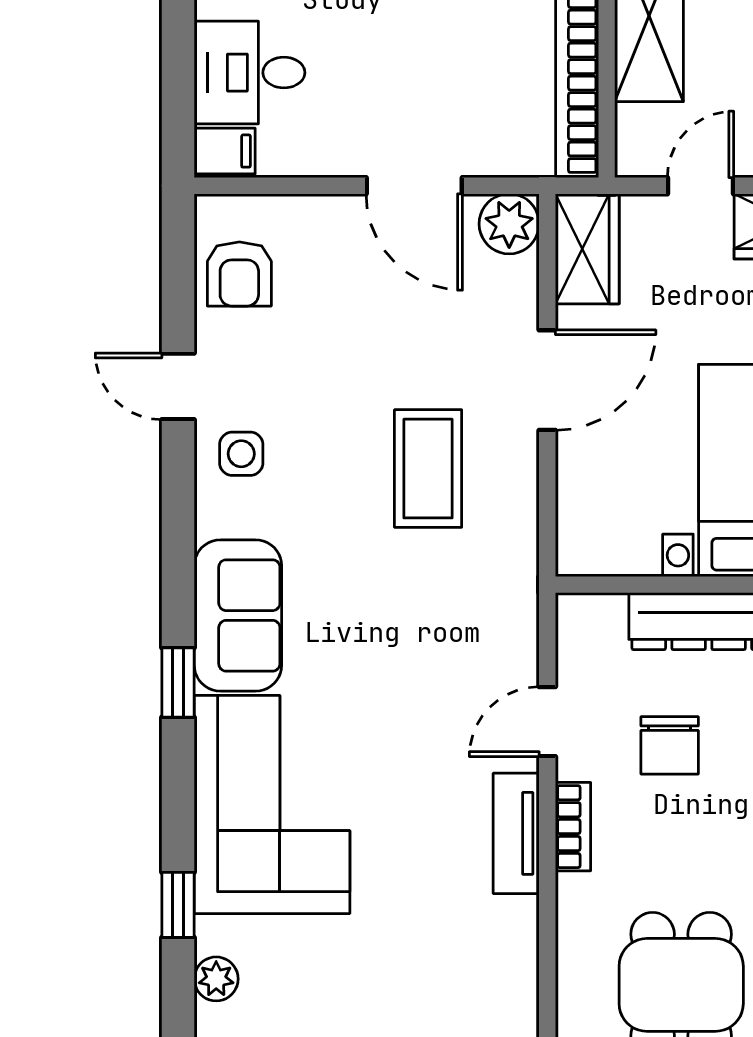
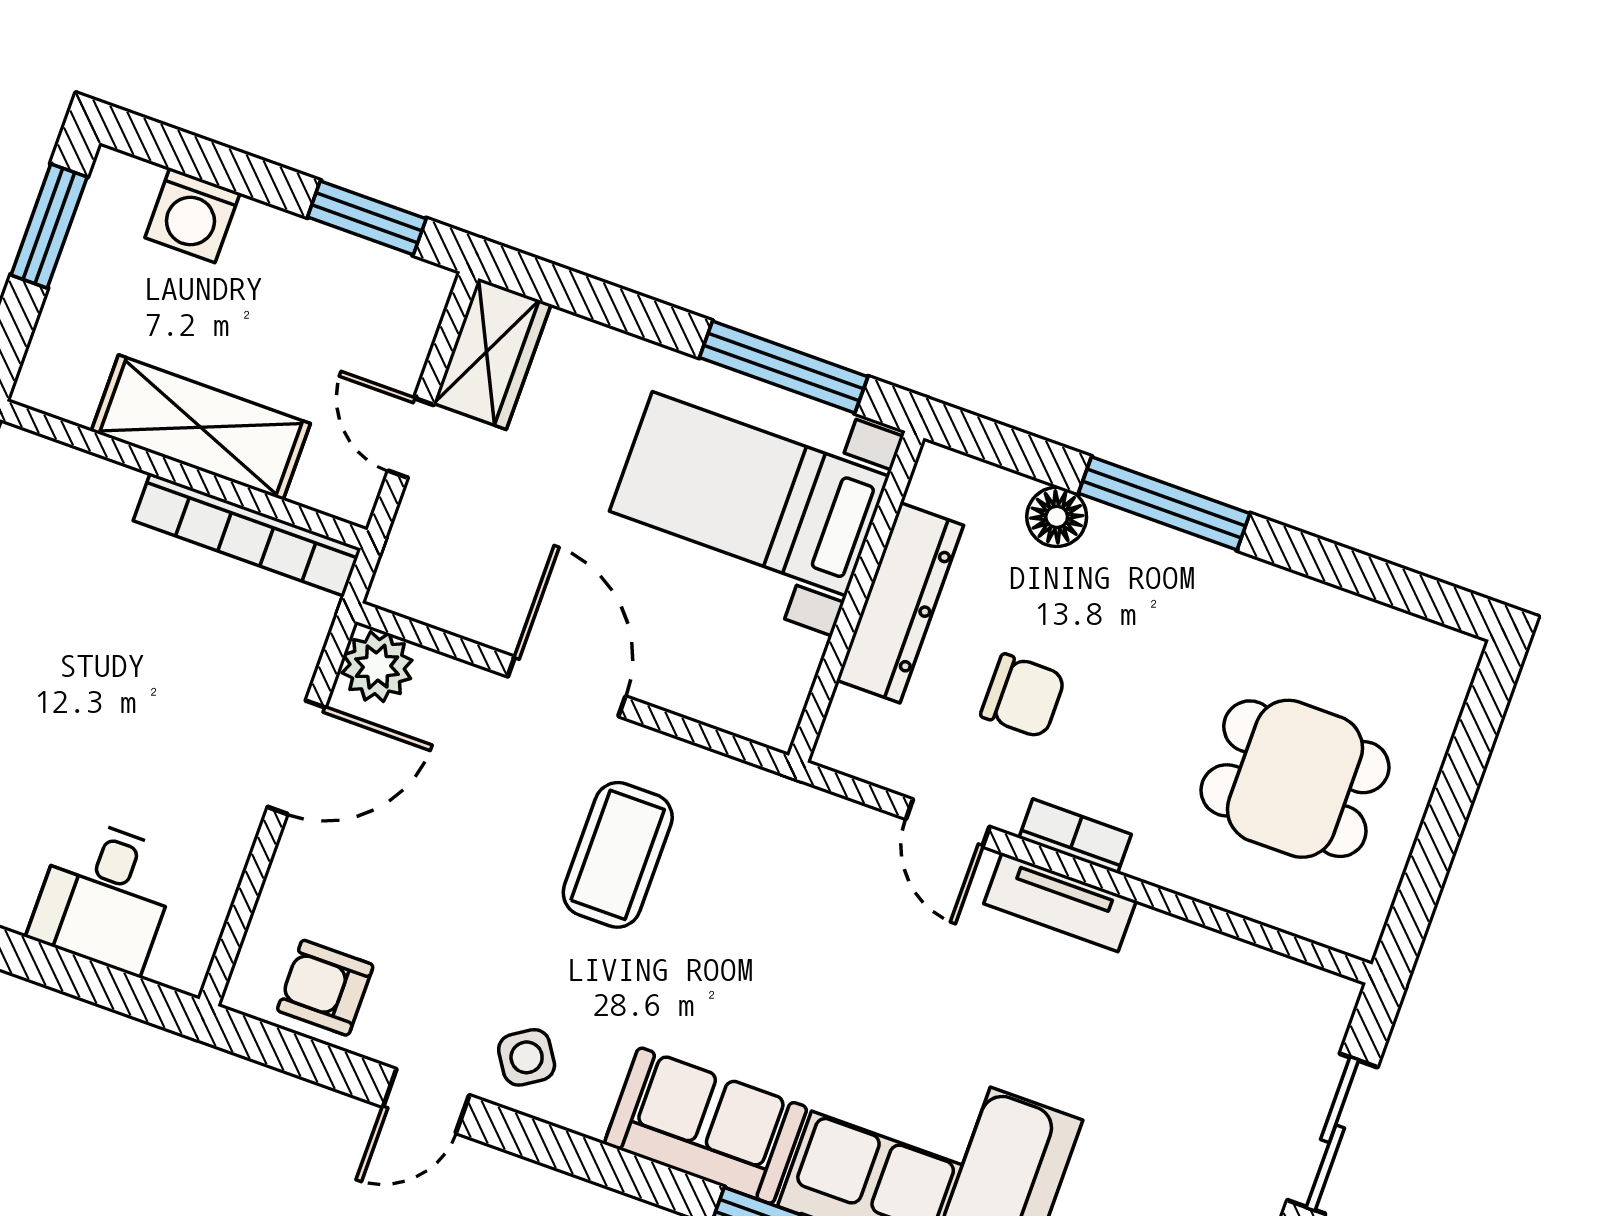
filing cabinet: (225, 151) -> (182, 955), removed
wardrobe: (587, 249) -> (436, 589), removed
armchair: (239, 274) -> (325, 988), turned 180
side table: (241, 454) -> (527, 1057), turned -33
coffee table: (428, 469) -> (618, 855), turned 90

